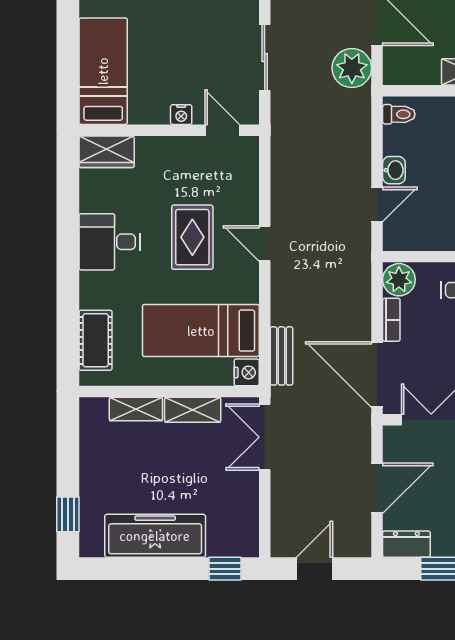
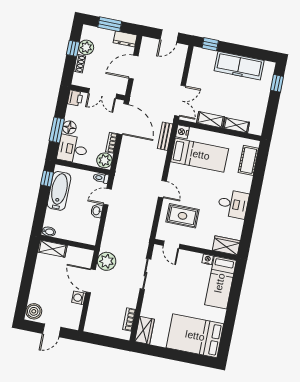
toilet: (399, 114) -> (101, 178), moved
nightstand: (181, 115) -> (208, 259), moved
rug: (192, 237) -> (182, 216), moved, turned 90

